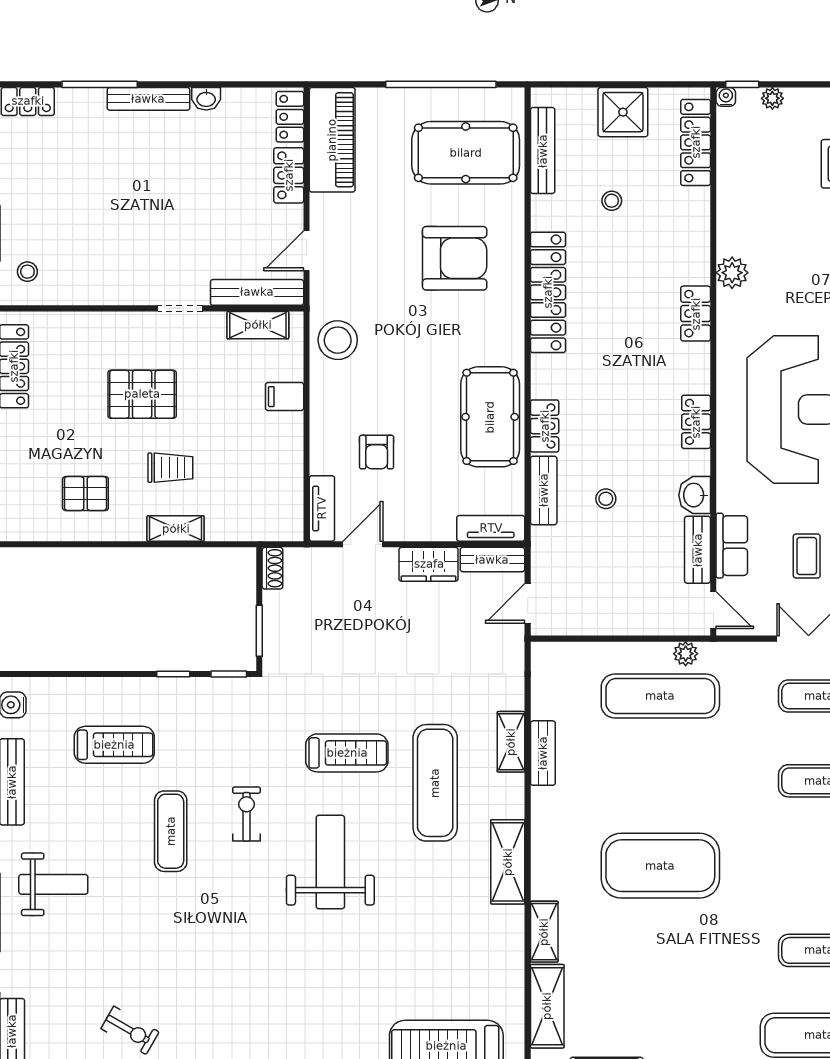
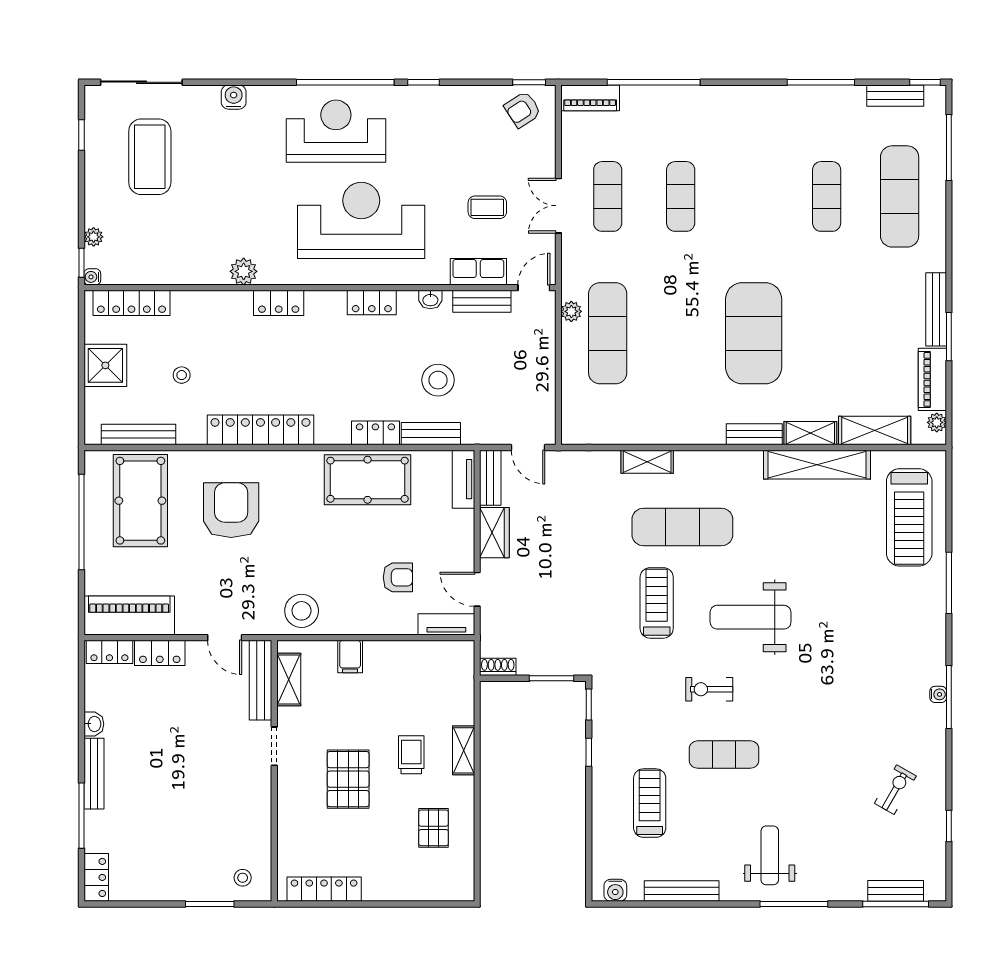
washbasin: (695, 495) -> (430, 300), width x0.72, depth x0.69
stool: (606, 499) -> (438, 380), width x1.89, depth x1.89
bench: (543, 753) -> (754, 434), moved
shelving: (508, 862) -> (817, 465), moved, width x1.47

